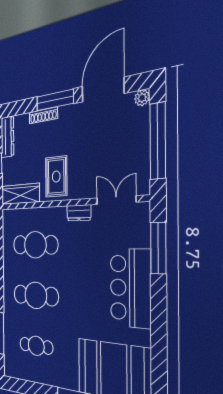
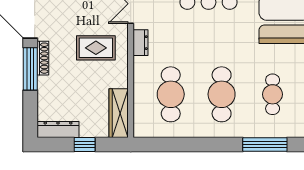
shoe rack: (43, 115) -> (43, 58), moved
rug: (56, 177) -> (96, 48), moved

